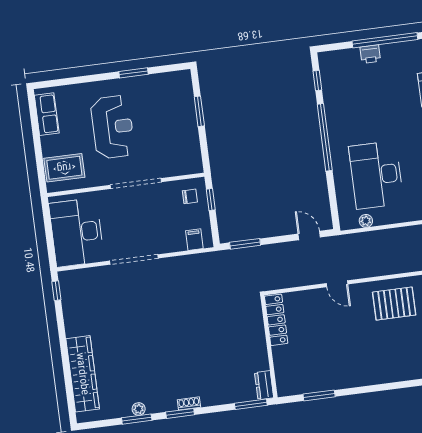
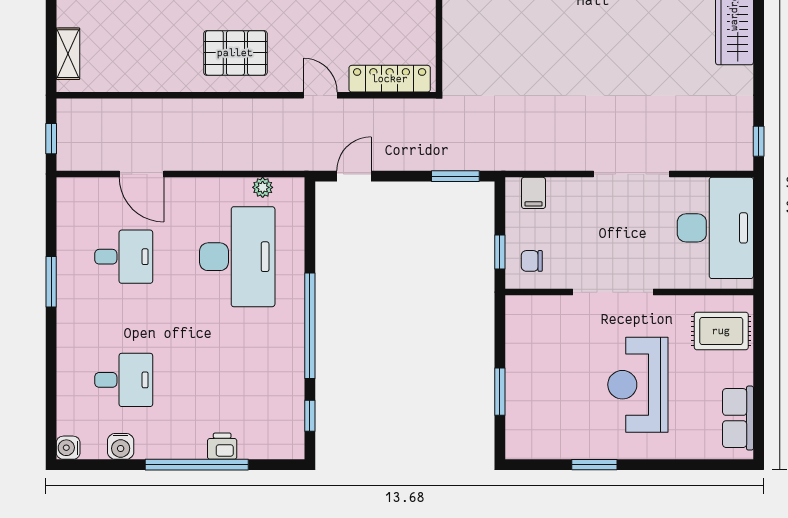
door: (309, 236) -> (354, 176), swing flipped
locker: (276, 320) -> (390, 79), moved, turned 90

